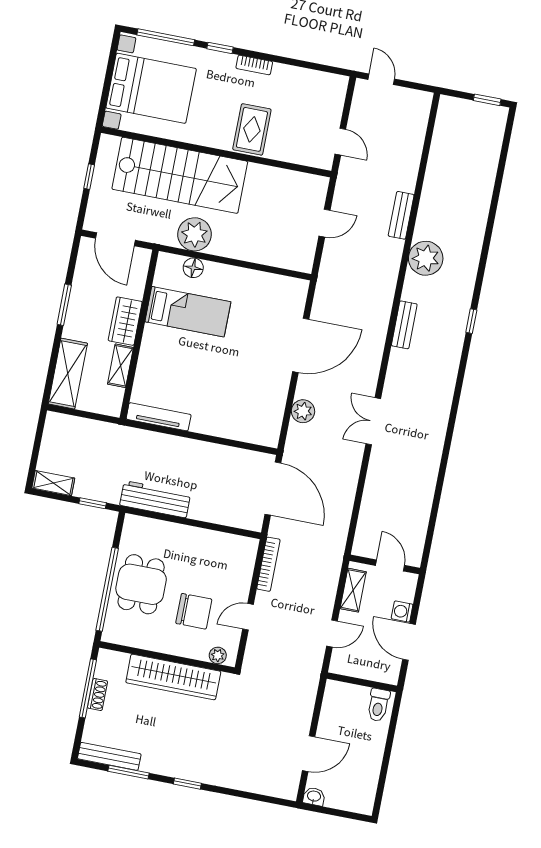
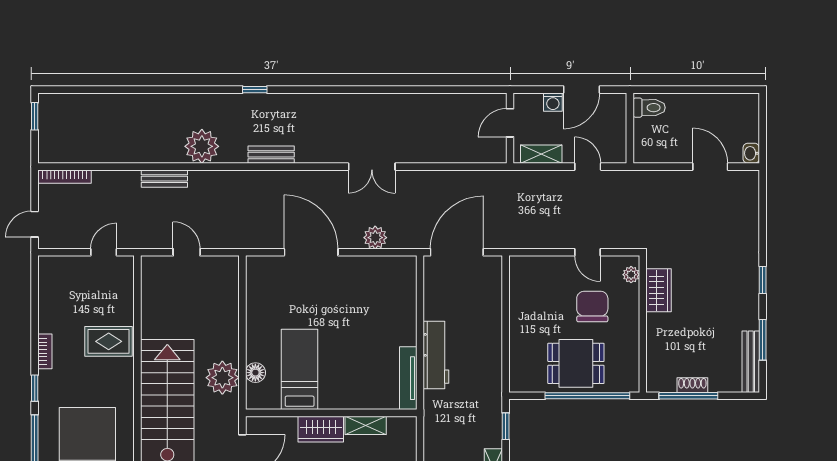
workbench: (155, 499) -> (436, 355), moved, turned 180
bookcase: (268, 564) -> (64, 177), moved, turned 180
wardrobe: (173, 677) -> (659, 290), width x0.48, depth x0.85

